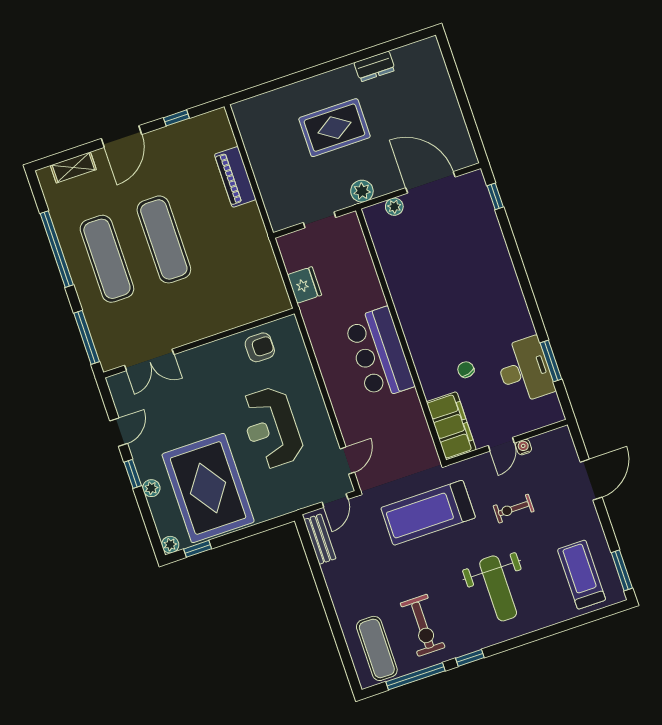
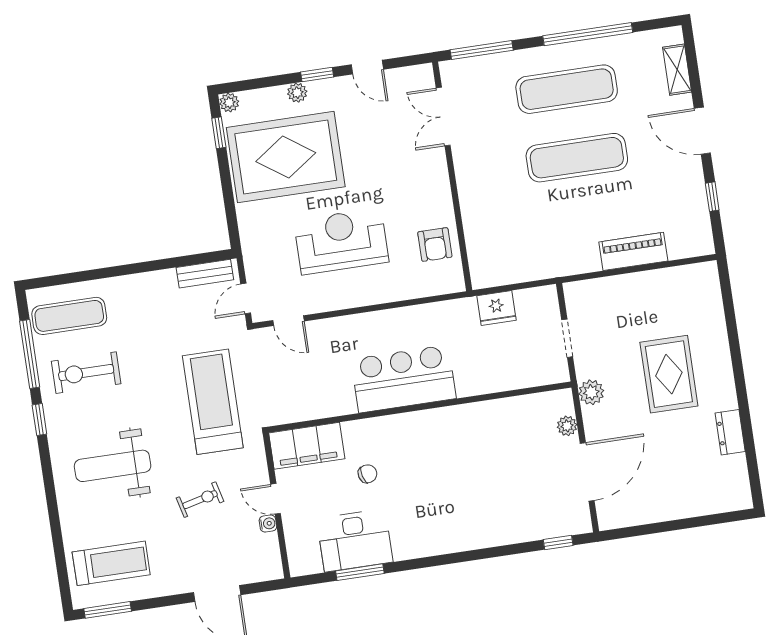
door: (335, 501) -> (246, 299), hinge flipped
exercise bike: (514, 509) -> (200, 500), turned 76

